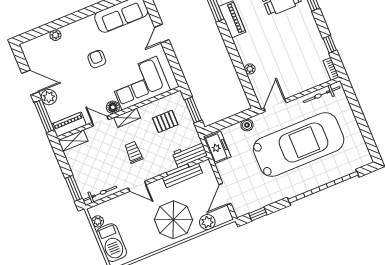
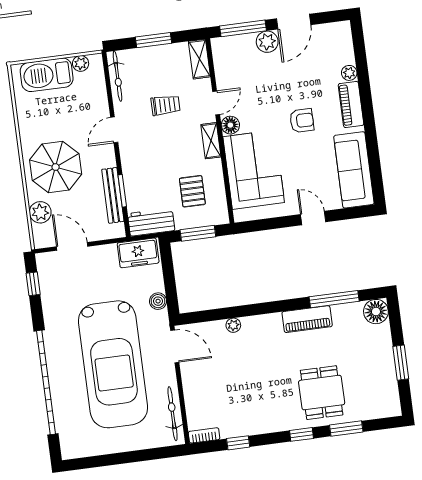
piano: (69, 124) -> (351, 104), moved, turned 180
trolley: (134, 152) -> (166, 105), moved
workbench: (190, 154) -> (151, 222), moved, turned -90
window: (74, 188) -> (154, 40), moved

